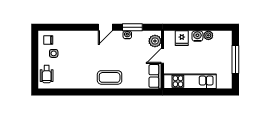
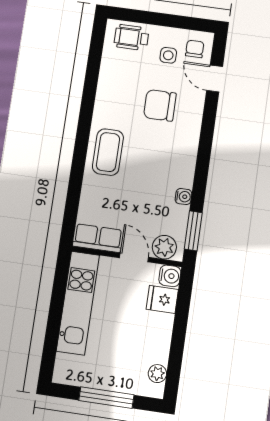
door: (105, 27) -> (215, 79), moved
window: (132, 27) -> (193, 231), moved
plant: (208, 35) -> (157, 374), moved
water cooler: (197, 36) -> (170, 276), moved
chair: (81, 54) -> (160, 105), added

